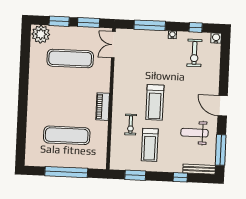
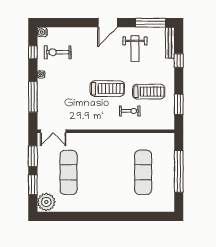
exercise bike: (194, 53) -> (58, 52), turned 180
piano: (103, 107) -> (114, 139), removed

